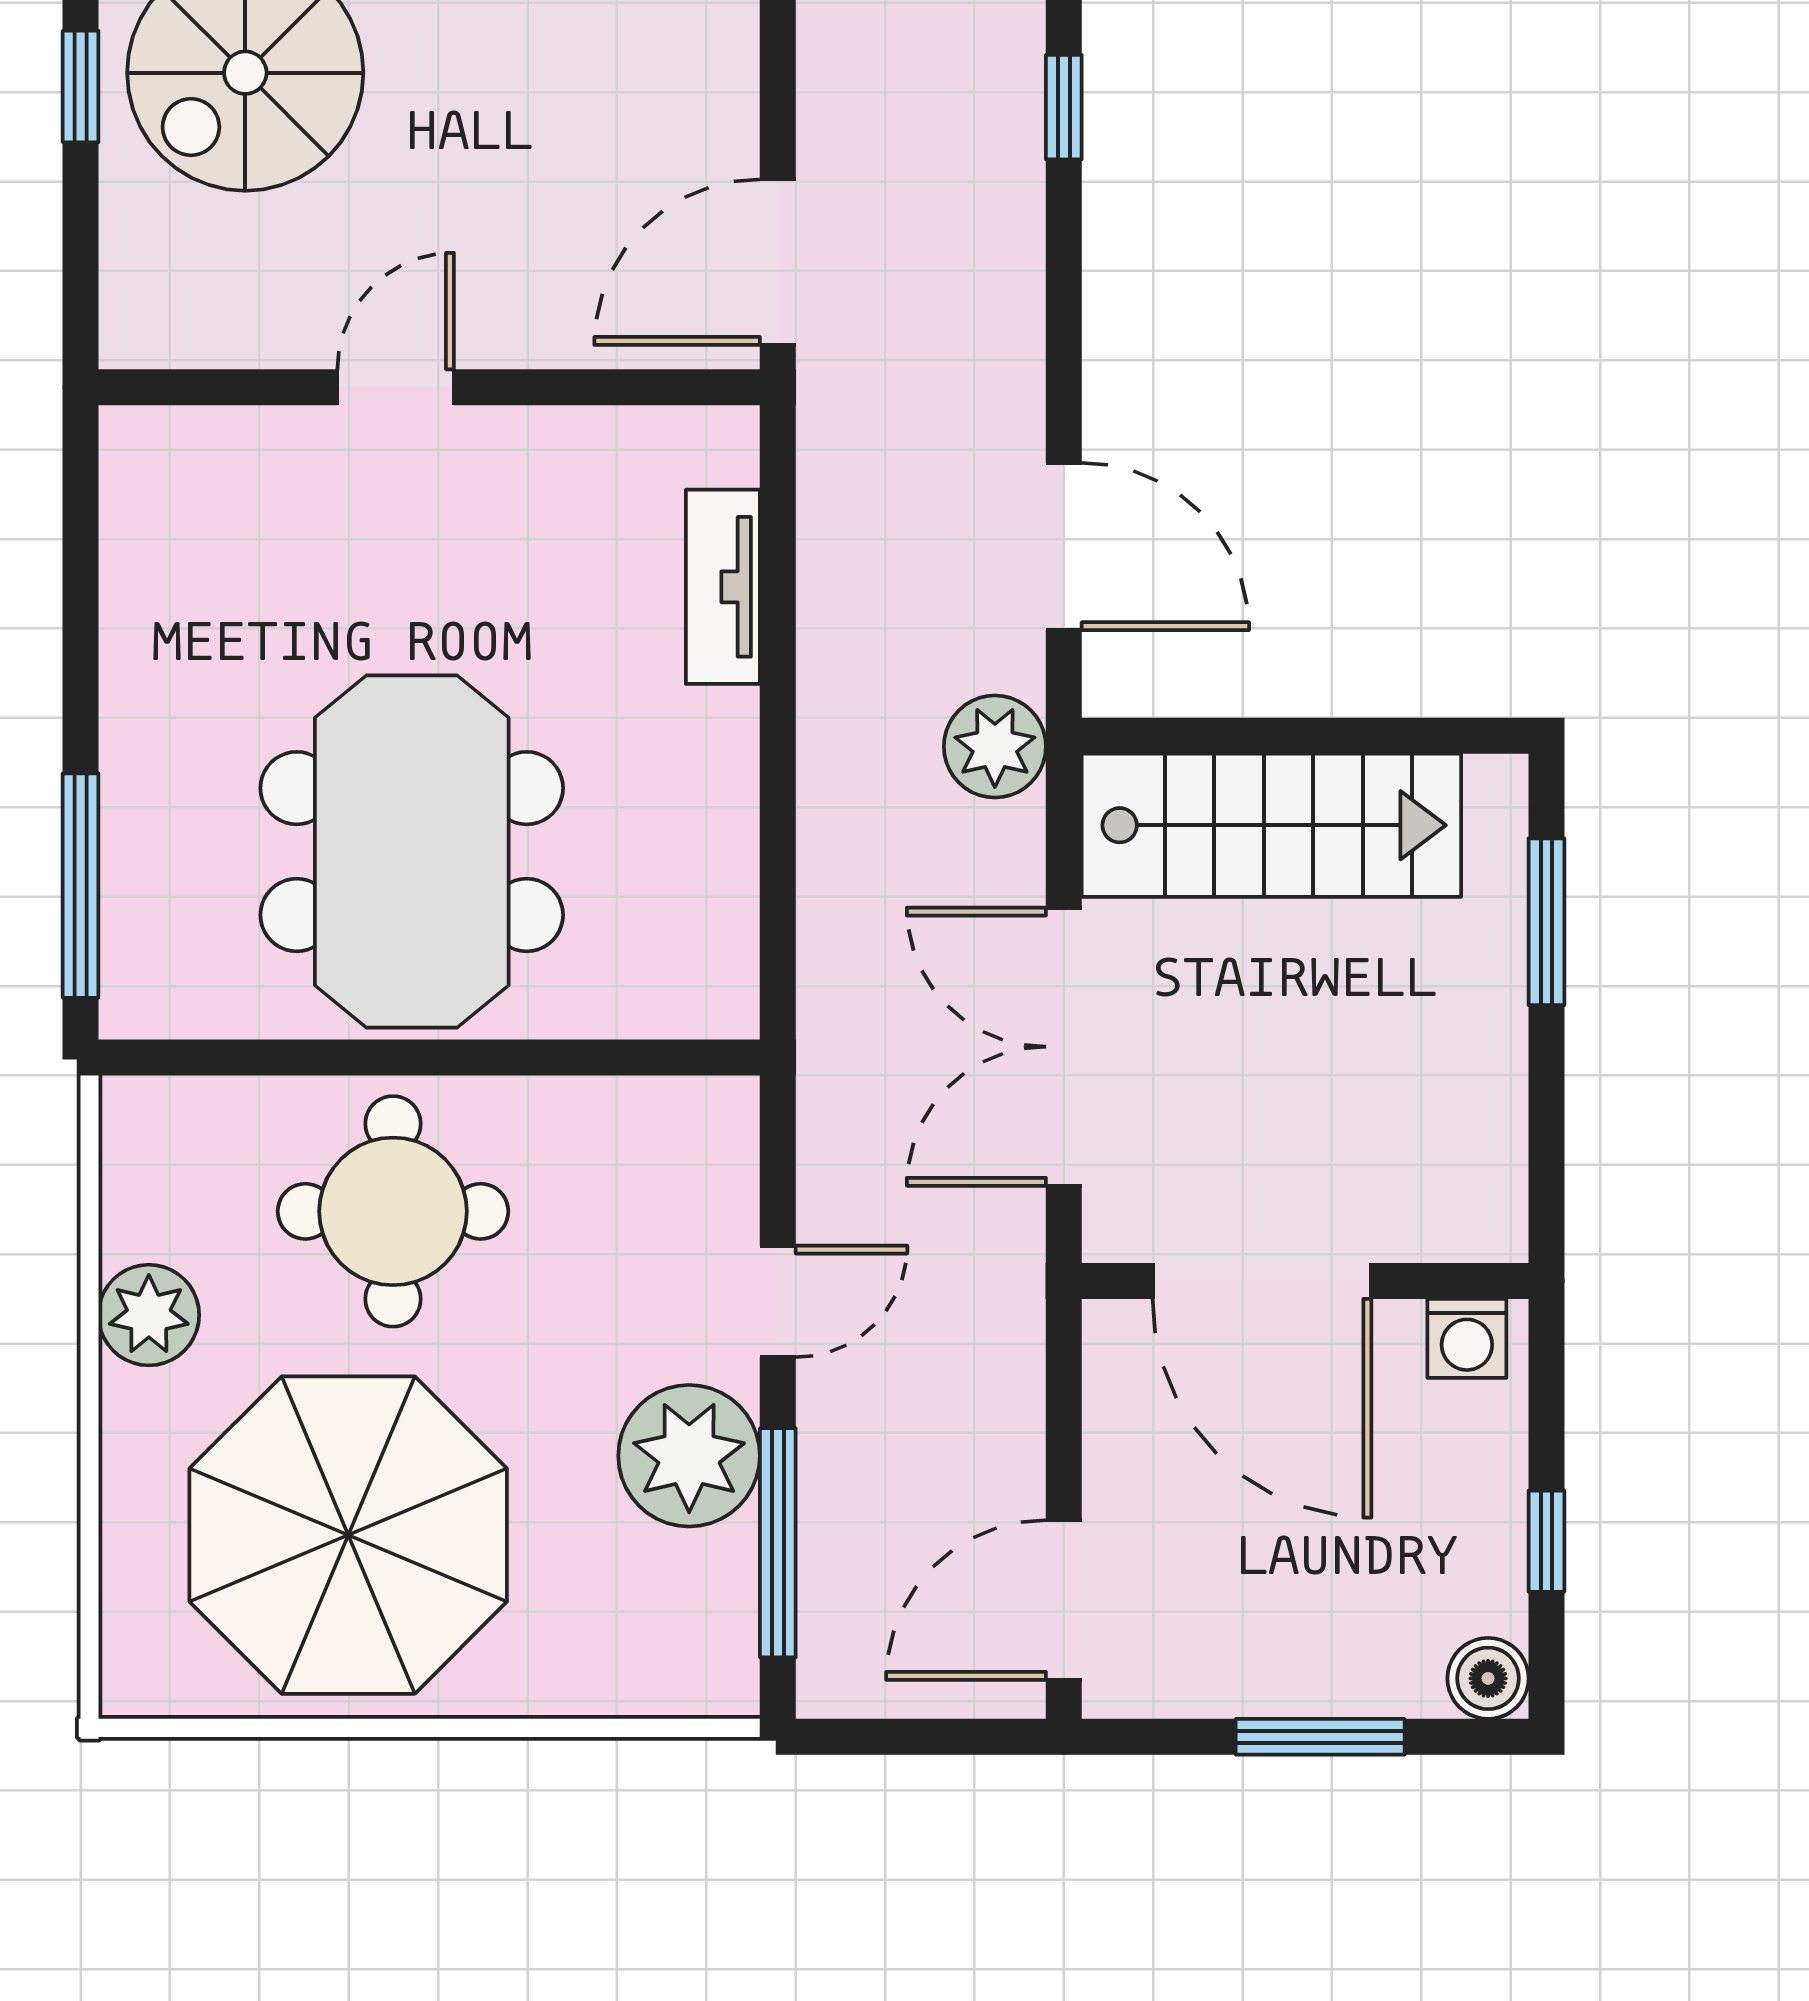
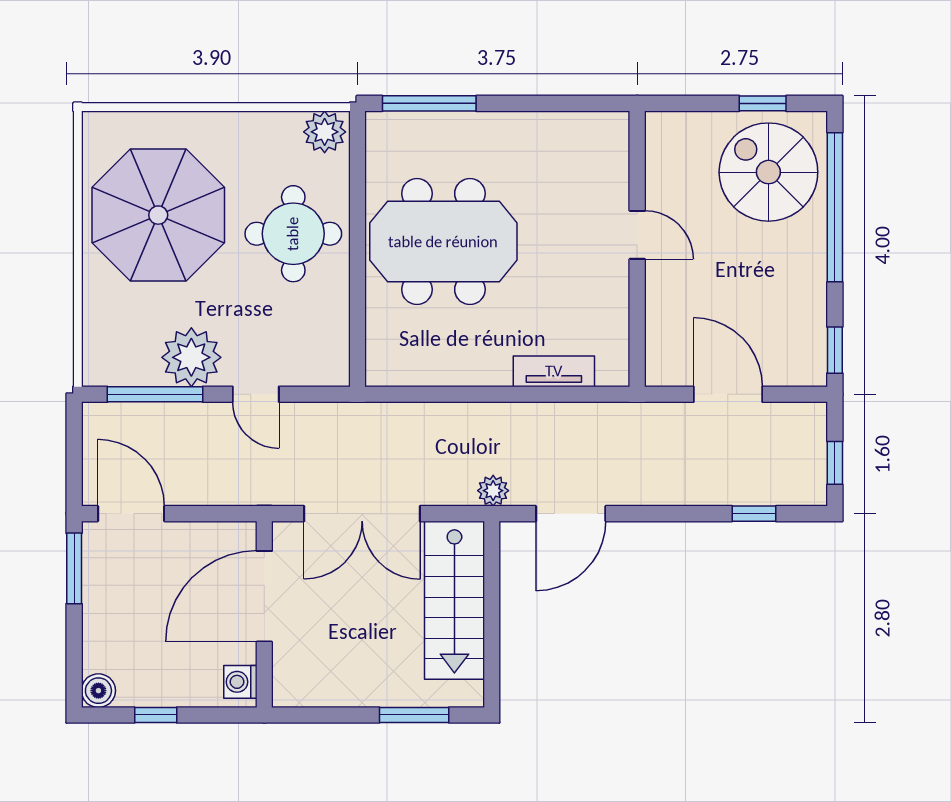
door: (778, 262) -> (728, 394), moved
plant: (995, 747) -> (493, 491), width x0.73, depth x0.73
double door: (1064, 1047) -> (362, 514), swing flipped
plant: (149, 1315) -> (325, 132), moved
window: (1320, 1737) -> (74, 568), moved

